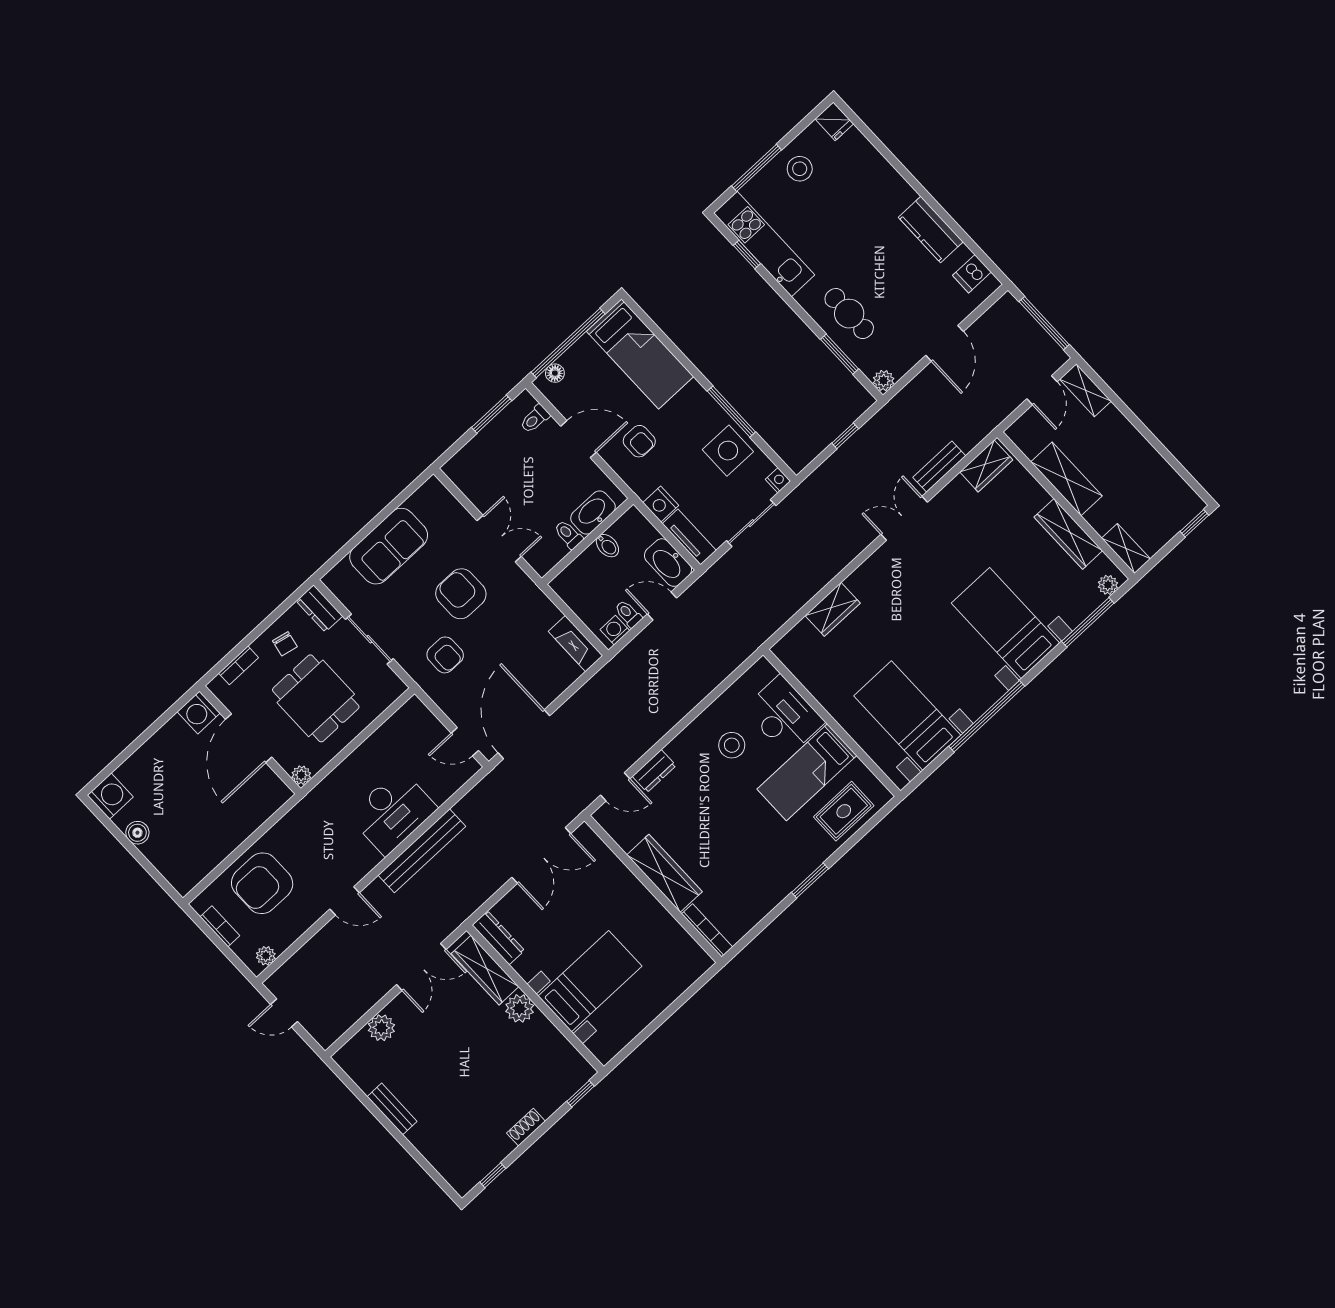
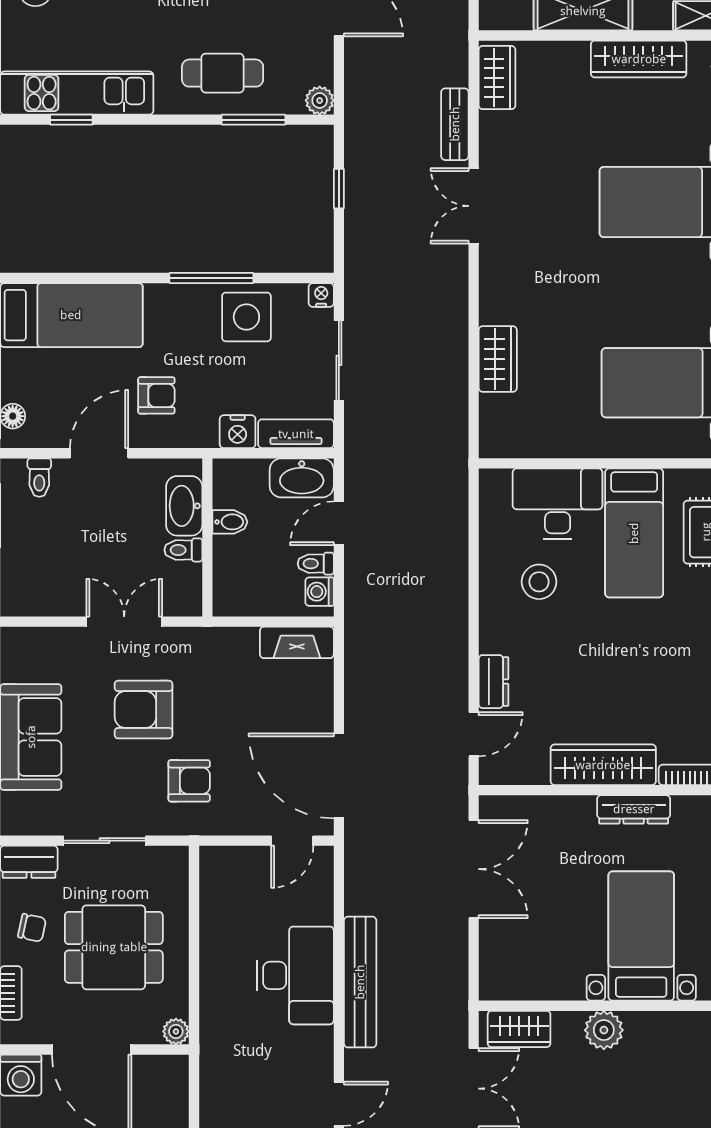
dresser: (498, 938) -> (634, 809), moved, turned 180
wardrobe: (485, 970) -> (519, 1029), width x0.67

